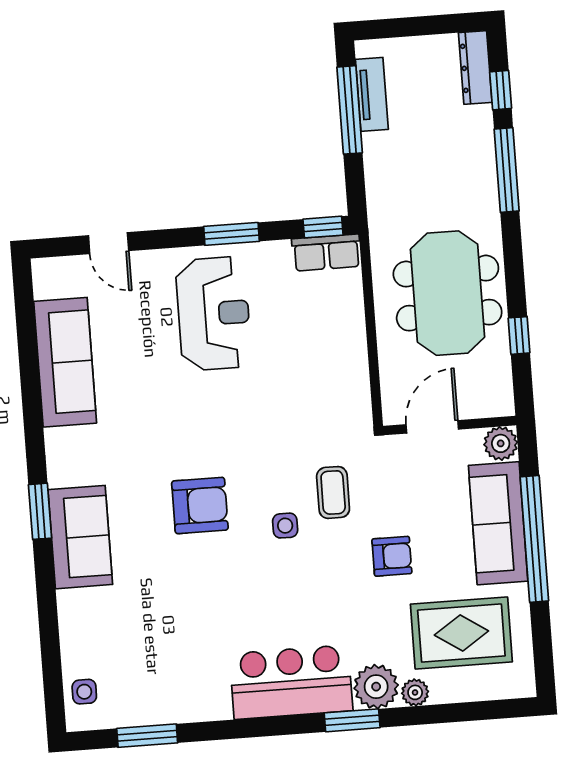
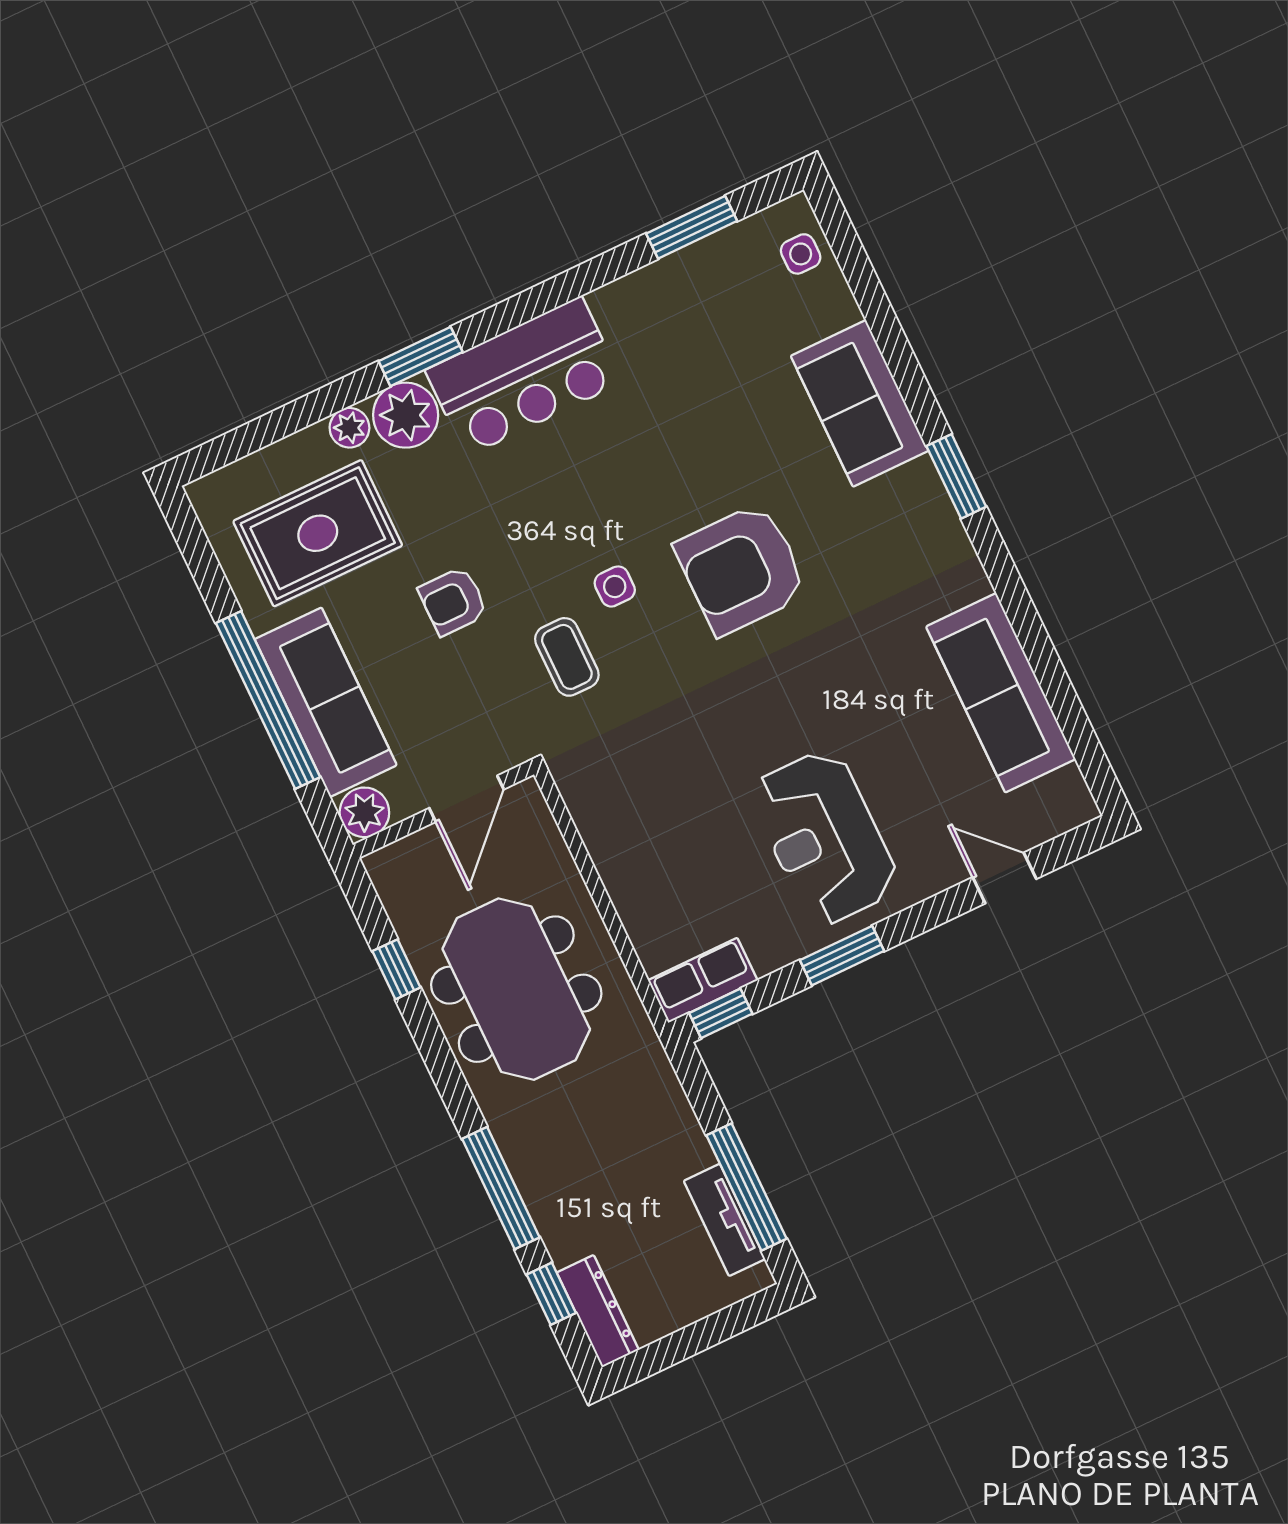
armchair: (200, 505) -> (741, 569), width x1.36, depth x1.36
sofa: (80, 537) -> (860, 403), moved

